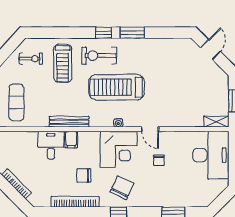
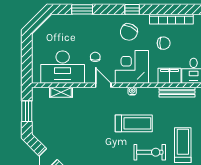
treadmill: (117, 87) -> (134, 123), width x0.73, depth x0.73
shelving: (216, 122) -> (61, 92), moved
filing cabinet: (71, 140) -> (169, 76), width x2.00
desk: (211, 155) -> (63, 67), moved, turned -90

